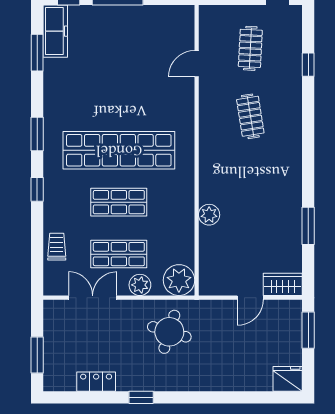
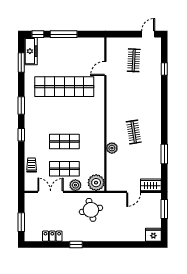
clothes rail: (250, 116) -> (134, 132), moved
shop shelf: (119, 150) -> (64, 87), moved
round table: (169, 332) -> (91, 210), turned -30

